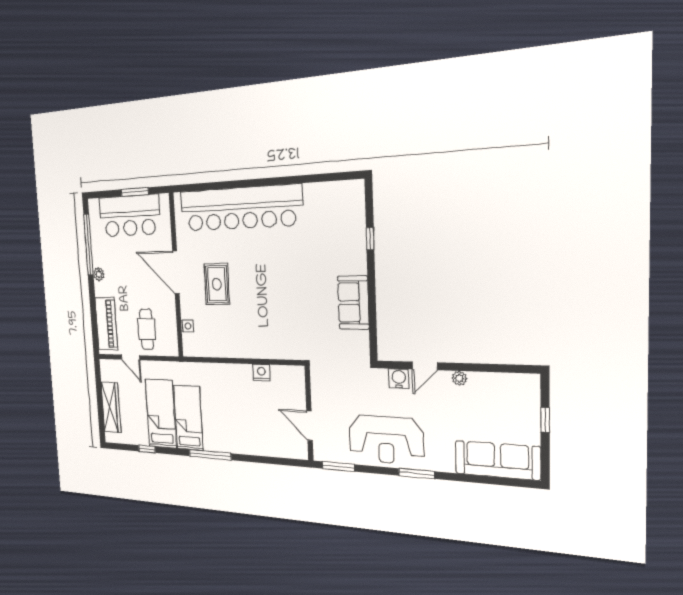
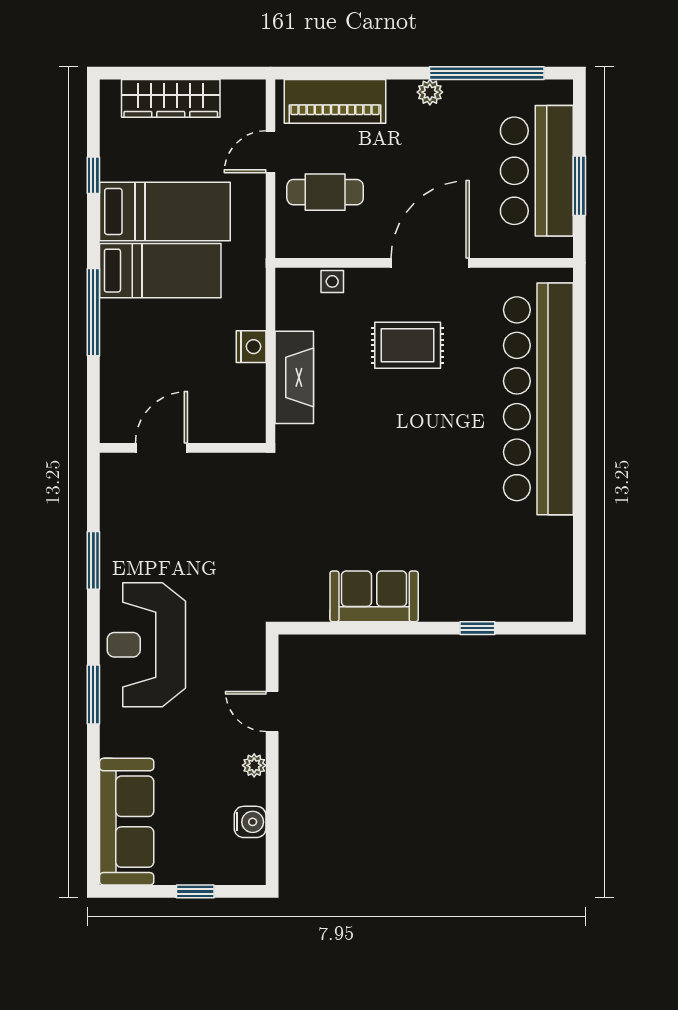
fireplace: (236, 348) -> (294, 377), added
nightstand: (261, 373) -> (251, 347), moved
water cooler: (399, 378) -> (250, 822), moved
wall: (309, 413) -> (183, 448), moved
door: (309, 426) -> (161, 448), moved

